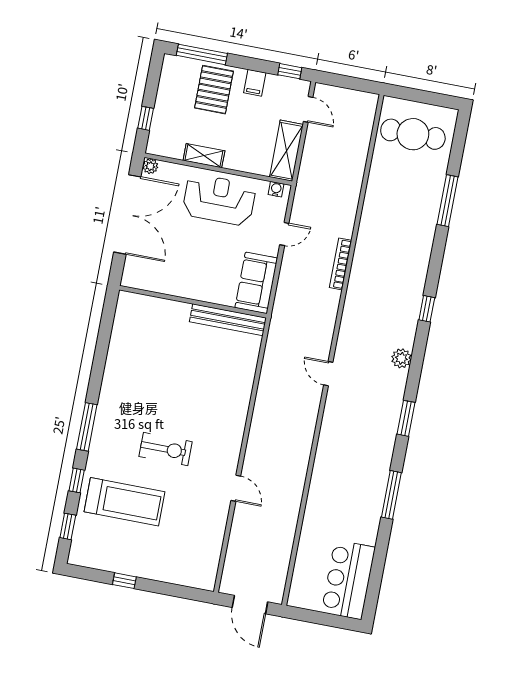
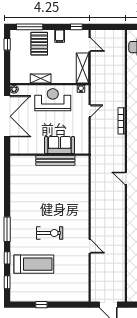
window: (146, 118) -> (7, 44), moved
sofa: (256, 283) -> (60, 145), moved, turned 90
bench: (228, 320) -> (55, 161), moved

